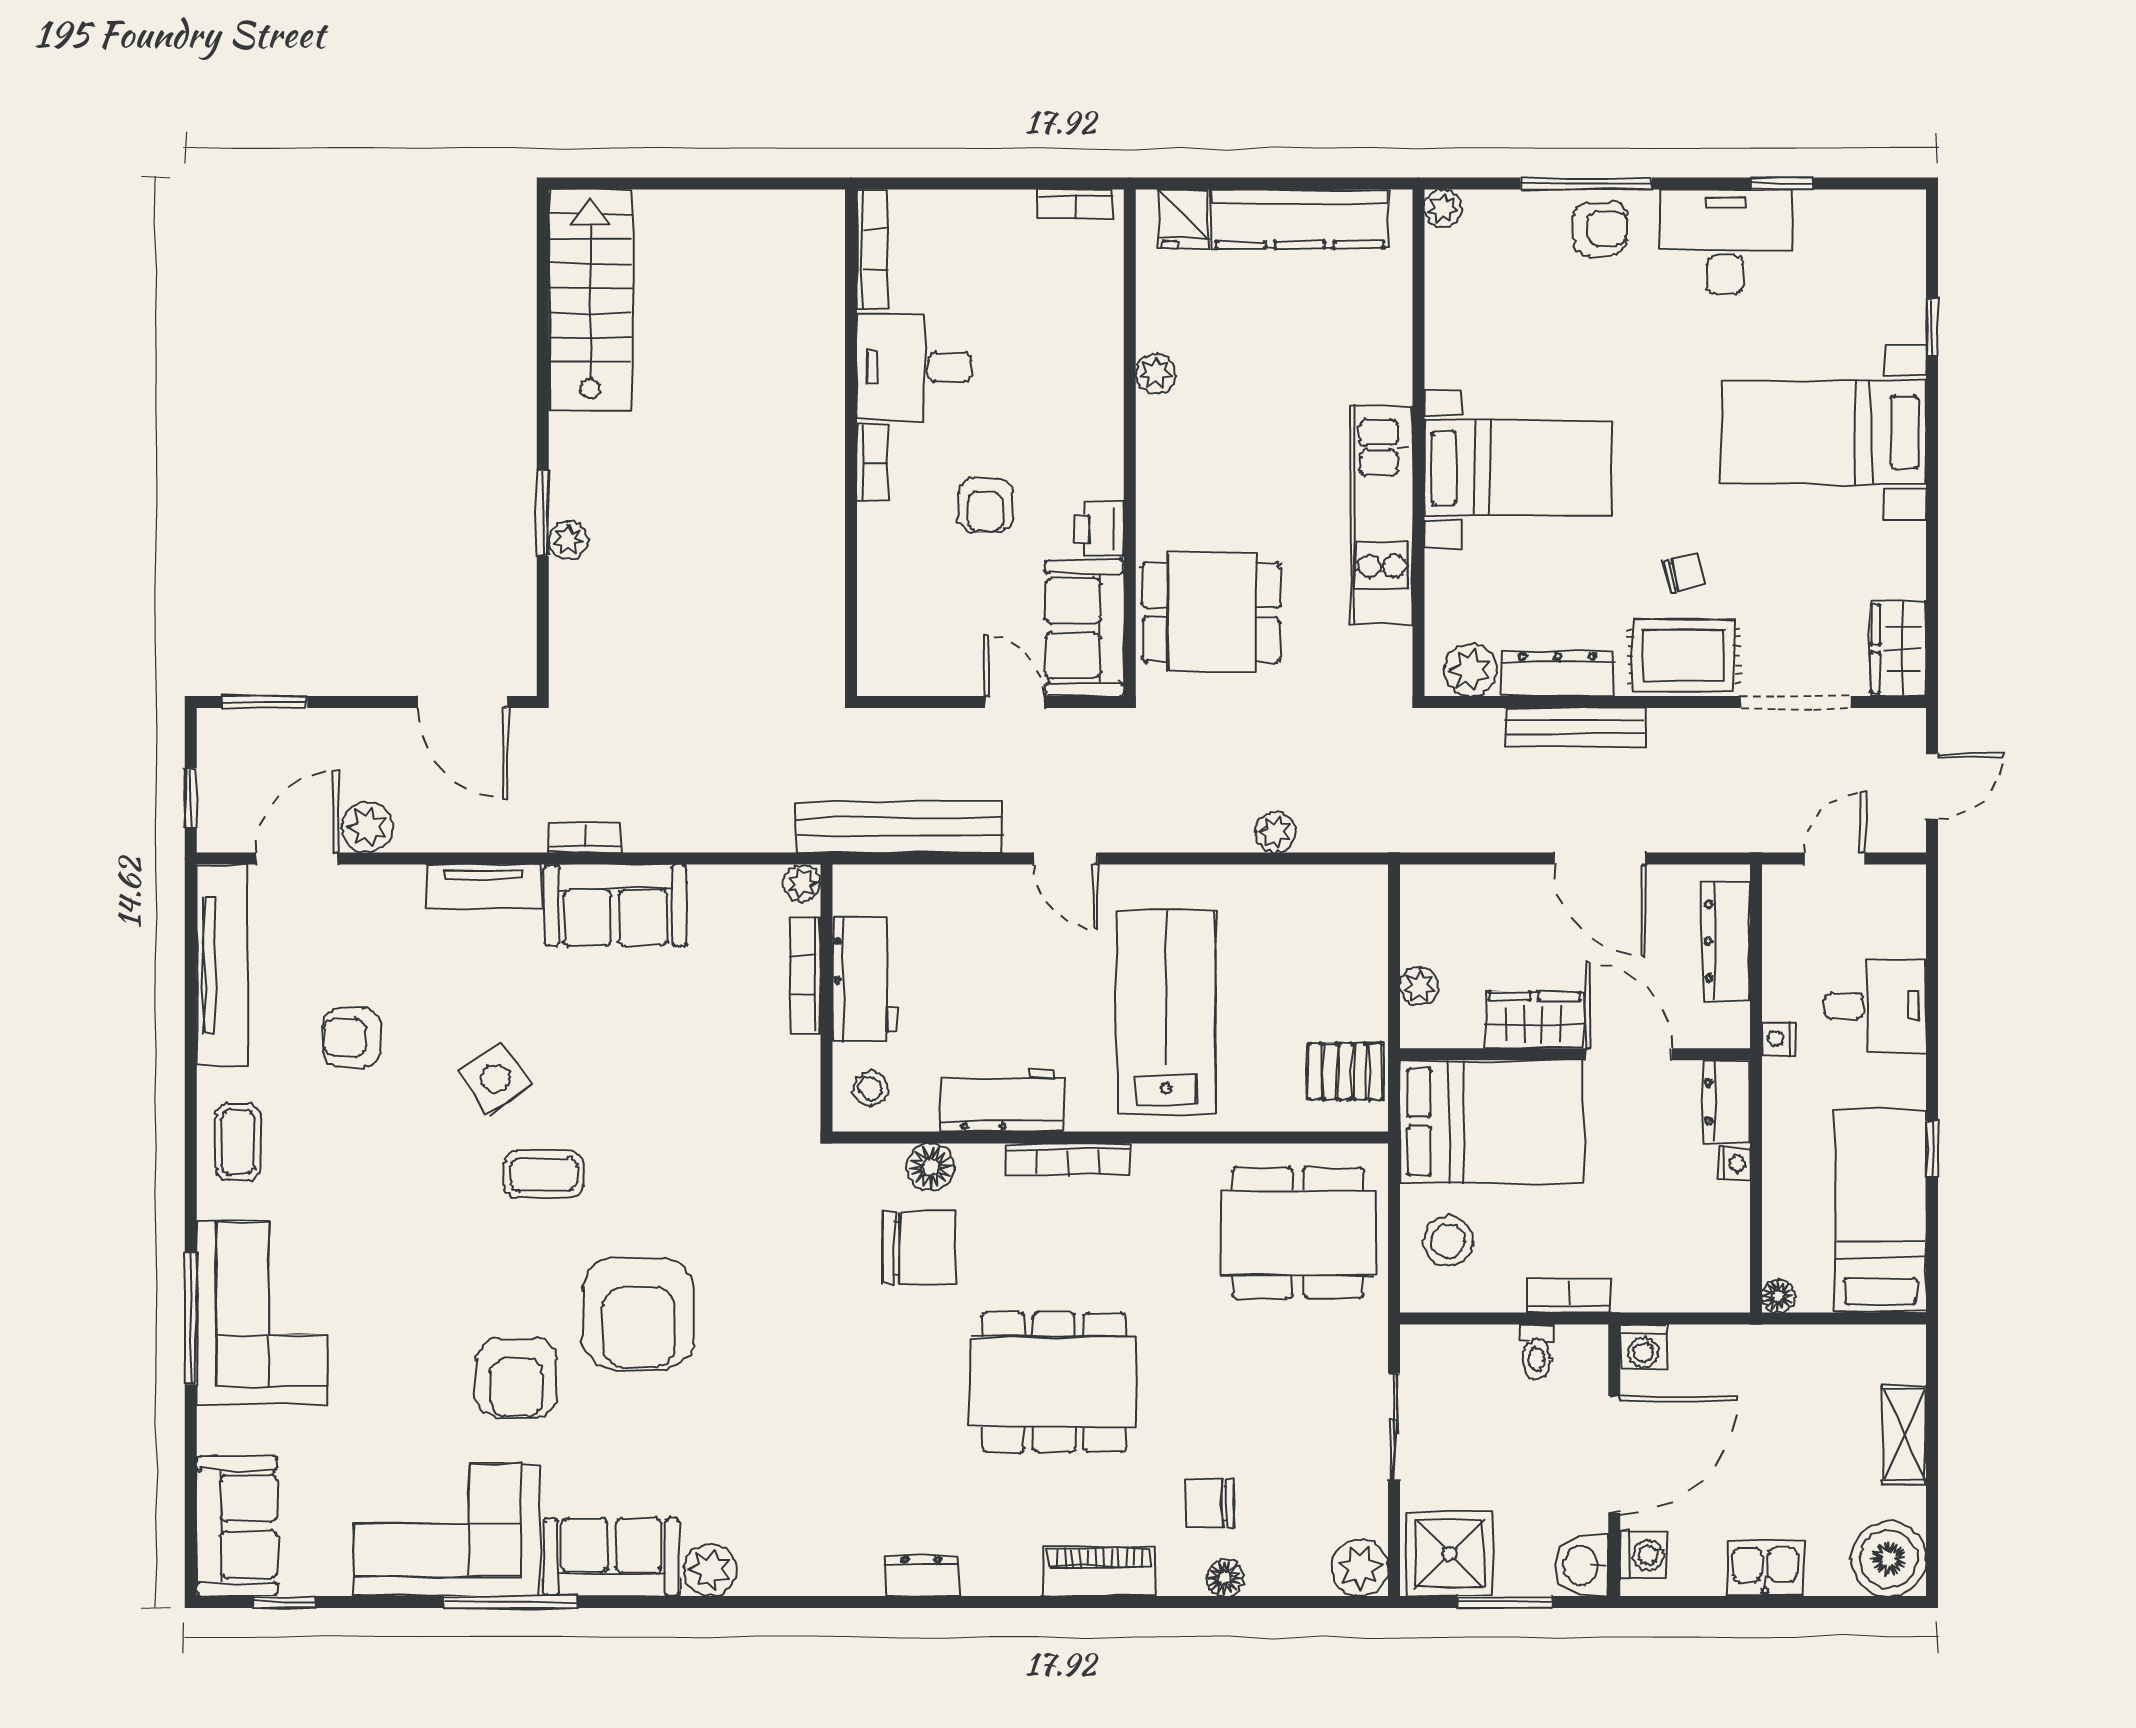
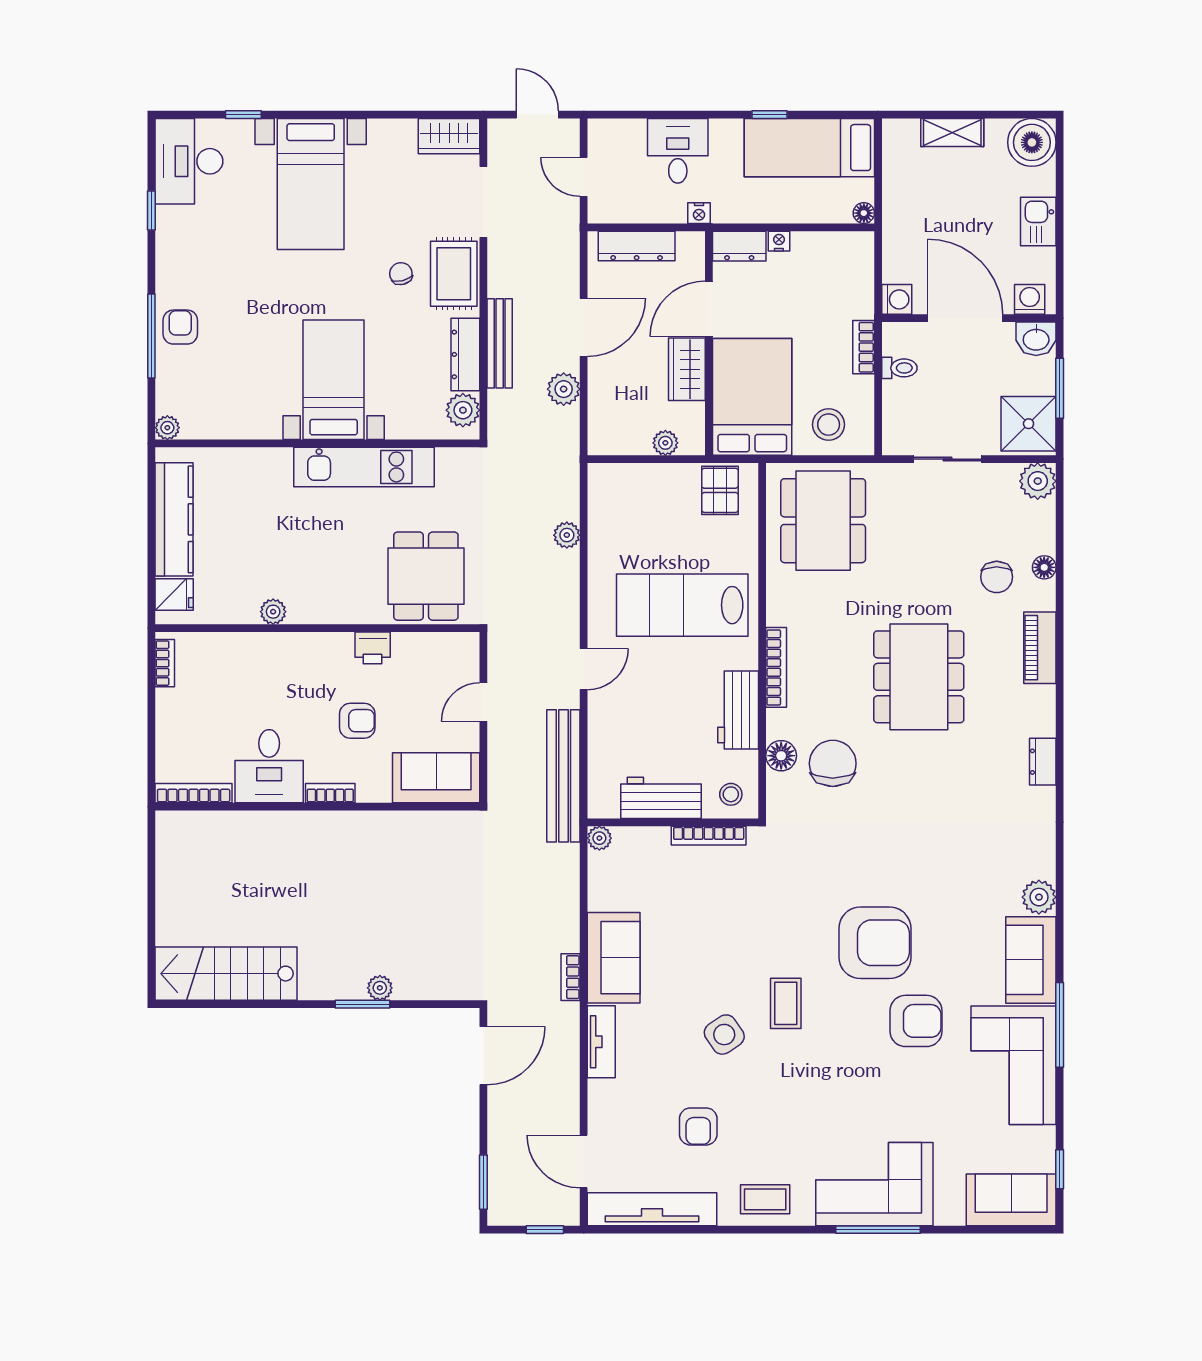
desk: (1725, 242) -> (189, 161), moved
sofa: (1085, 628) -> (436, 778), moved, turned 180
plant: (368, 827) -> (564, 389), moved
bookcase: (806, 975) -> (709, 836), moved

